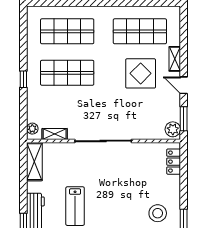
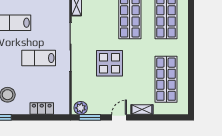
display table: (141, 73) -> (110, 63), moved
locker: (174, 162) -> (42, 109), moved
lab bench: (115, 178) -> (39, 58), added

